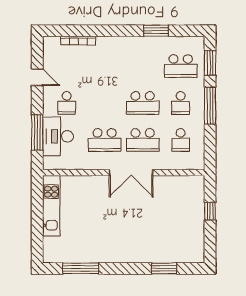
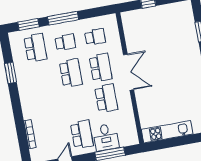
school desk: (67, 103) -> (82, 134), width x1.85
desk: (58, 136) -> (106, 137), width x0.73

